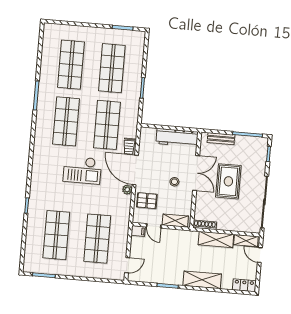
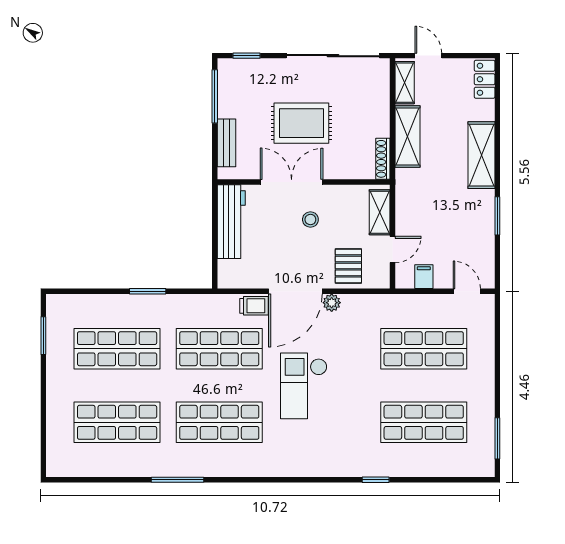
checkout: (82, 170) -> (304, 386), turned 180
filing cabinet: (138, 231) -> (424, 277), moved
door: (260, 255) -> (428, 56), swing flipped

